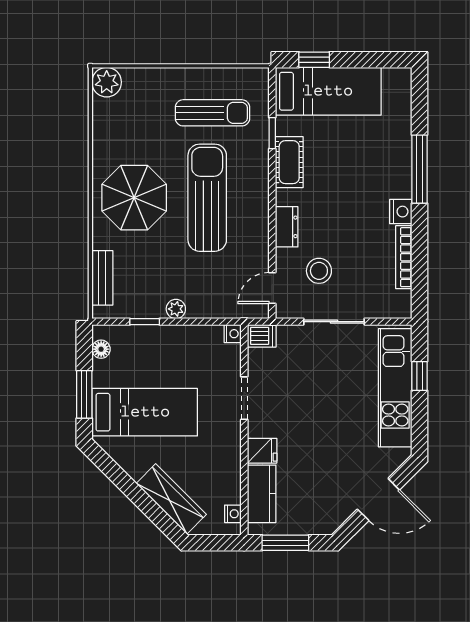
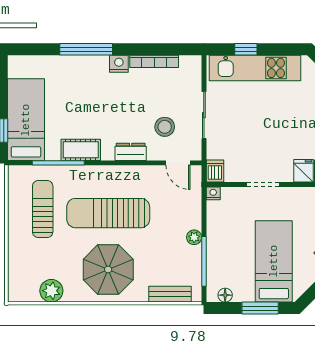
plant: (107, 82) -> (51, 291), moved
window: (272, 133) -> (58, 163), width x2.17
window: (145, 322) -> (204, 261), width x2.17

